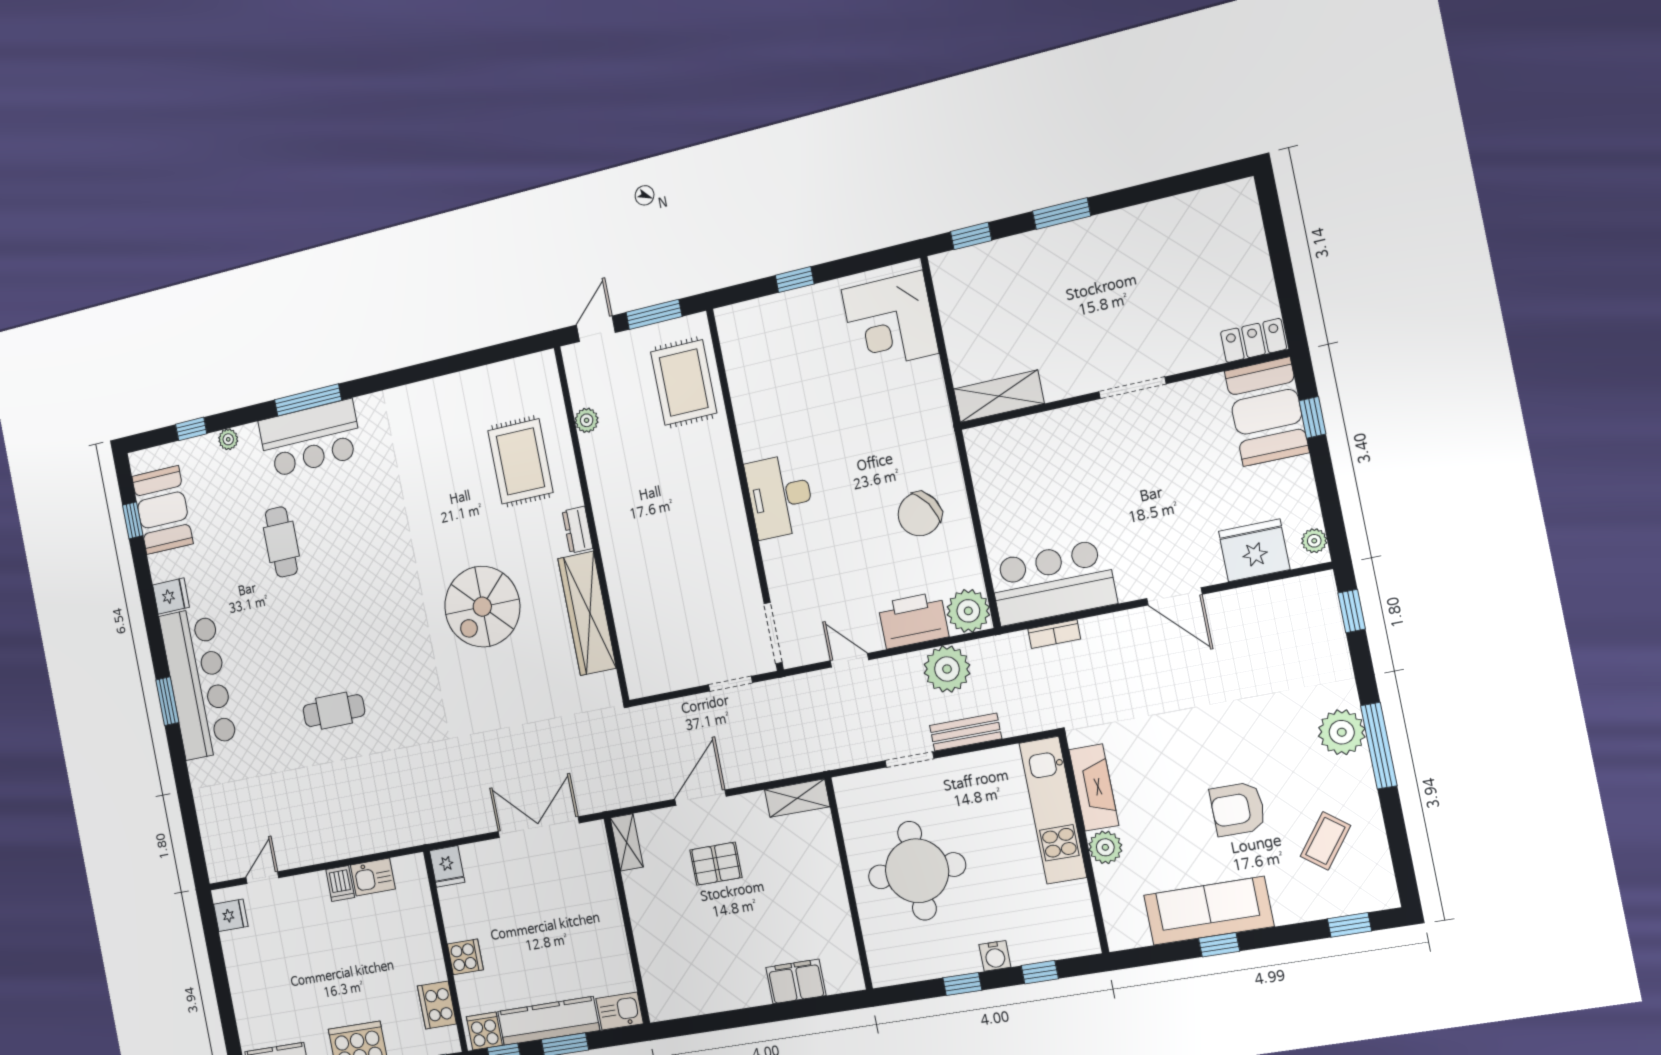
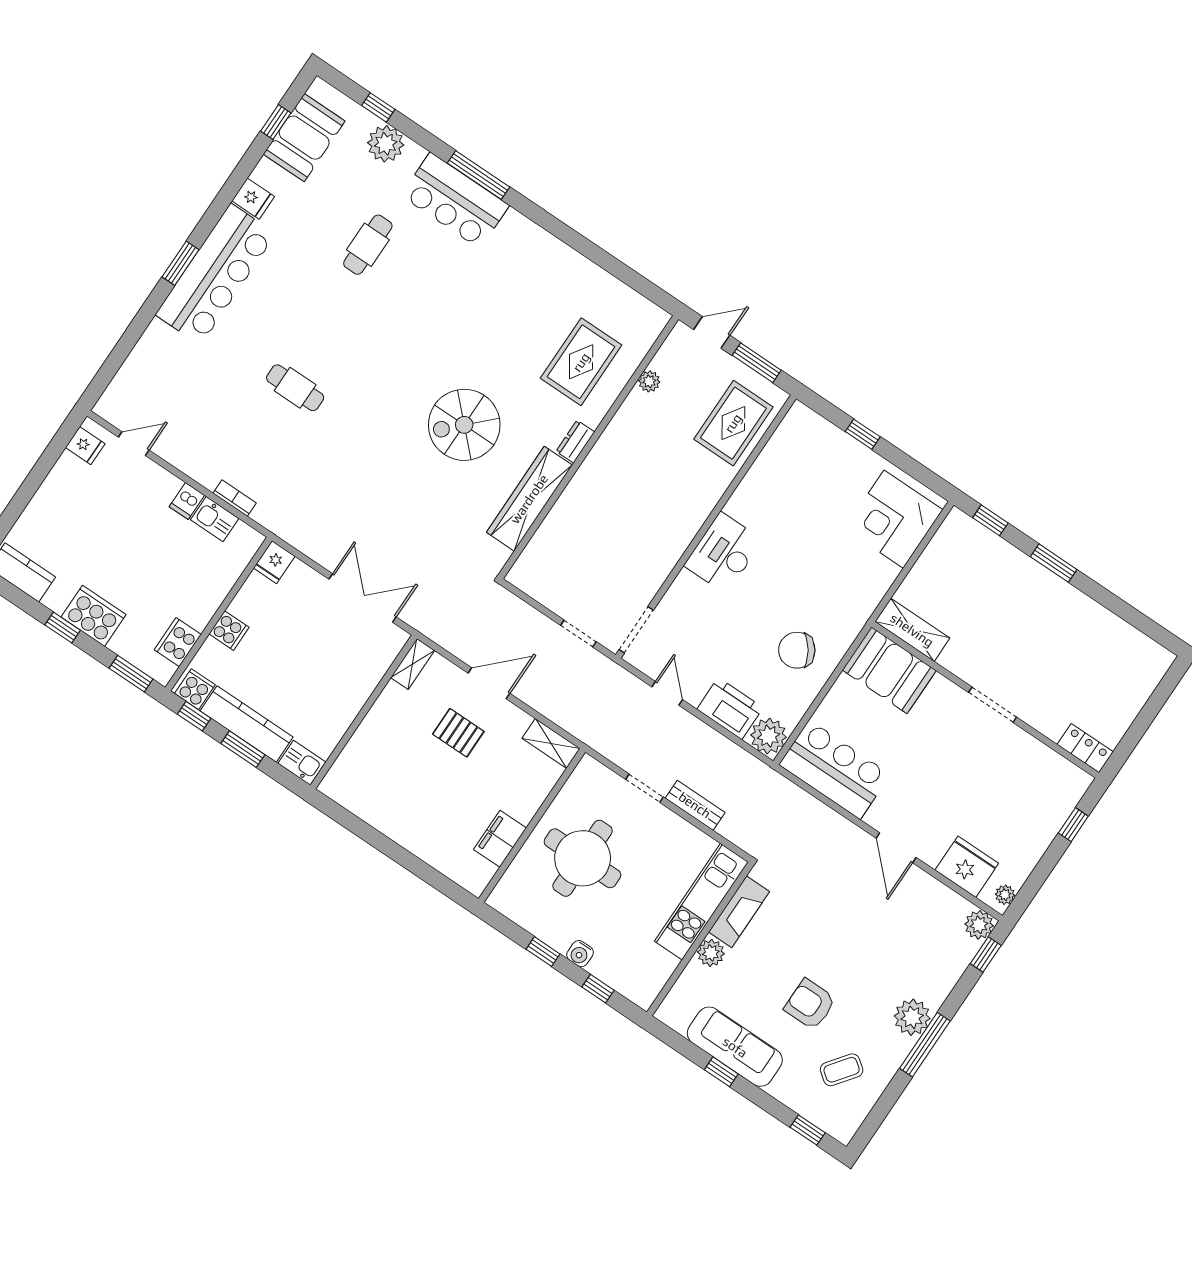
booth: (1267, 412) -> (889, 670), moved, turned 90
plant: (228, 439) -> (386, 144), width x1.88, depth x1.88
bookcase: (1054, 634) -> (235, 498), moved, turned 180
plant: (947, 669) -> (979, 925), moved, width x0.73, depth x0.73
filing cabinet: (796, 981) -> (500, 839), moved, turned -90

